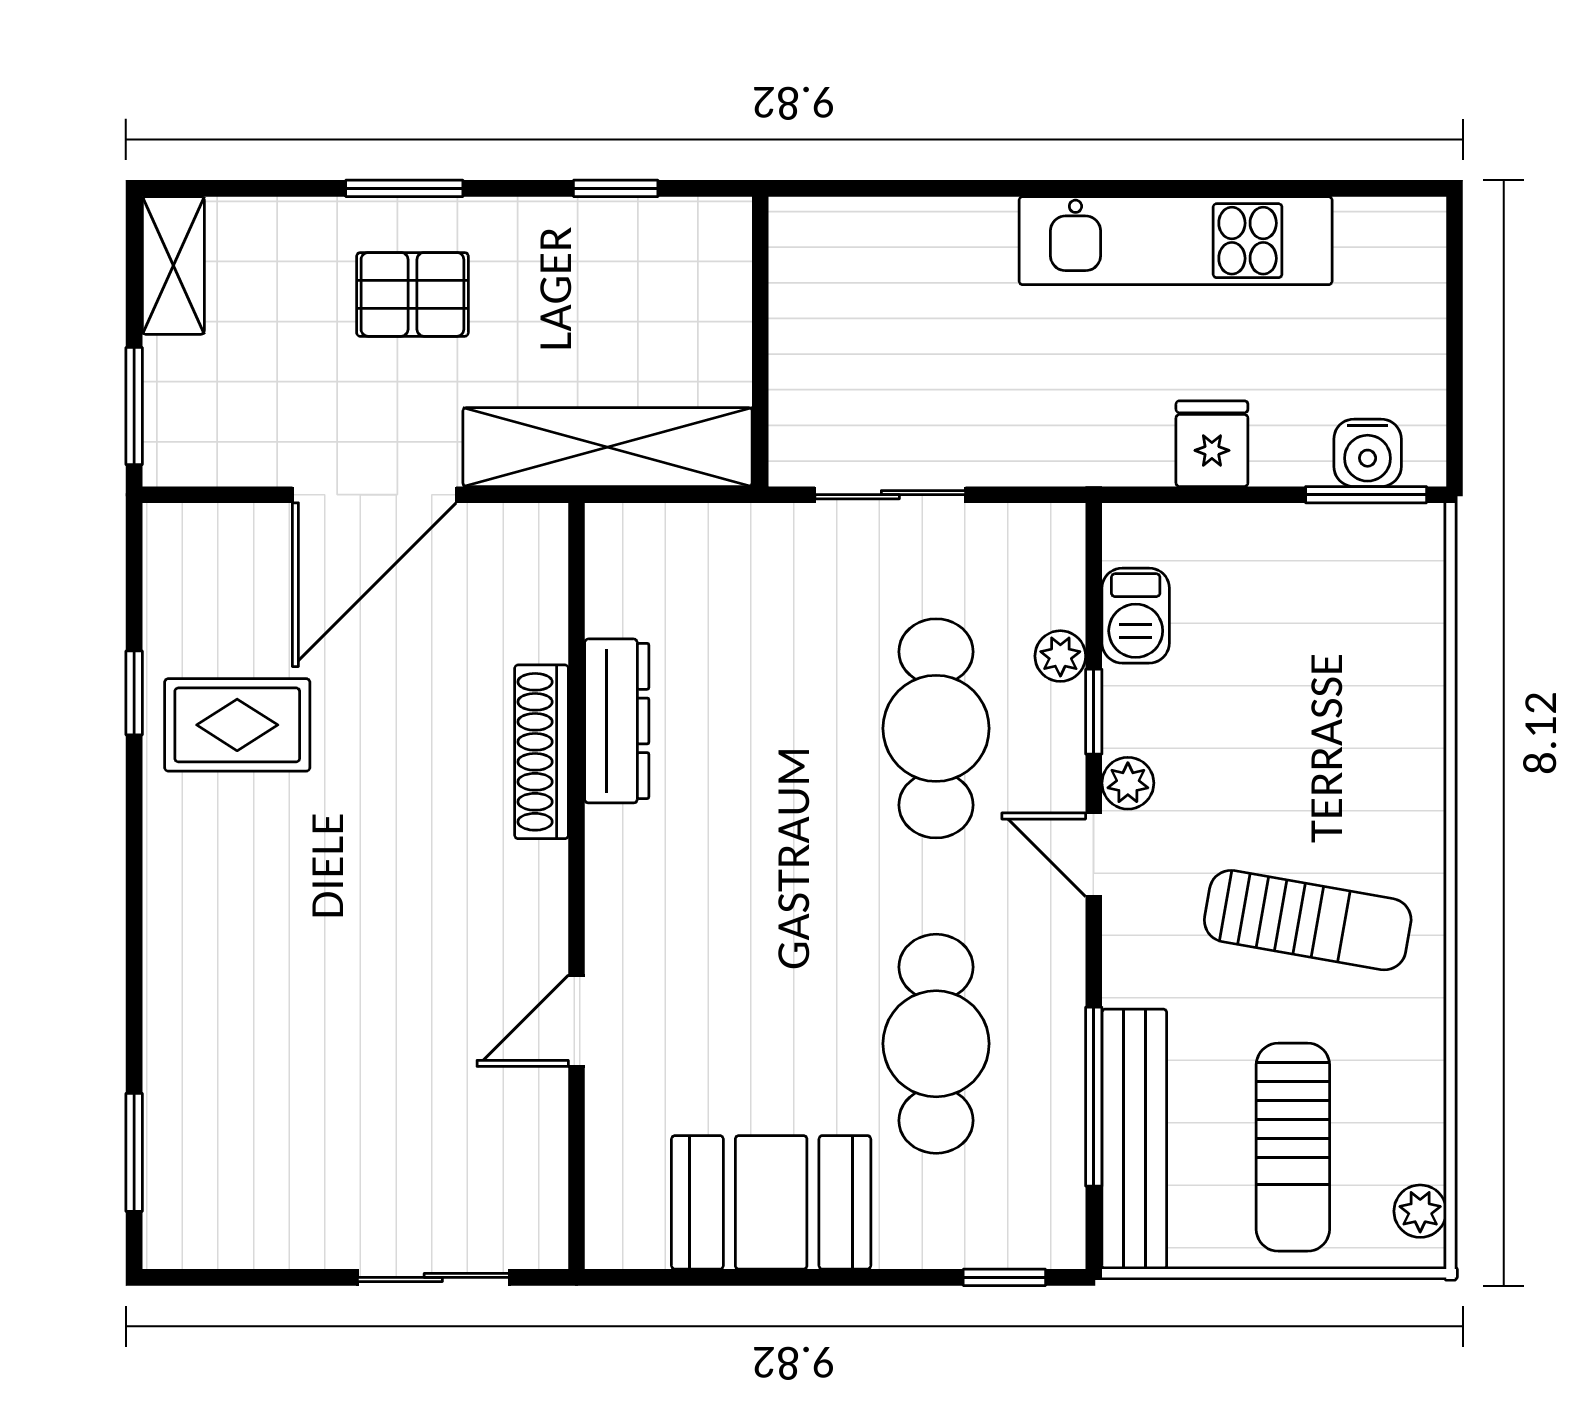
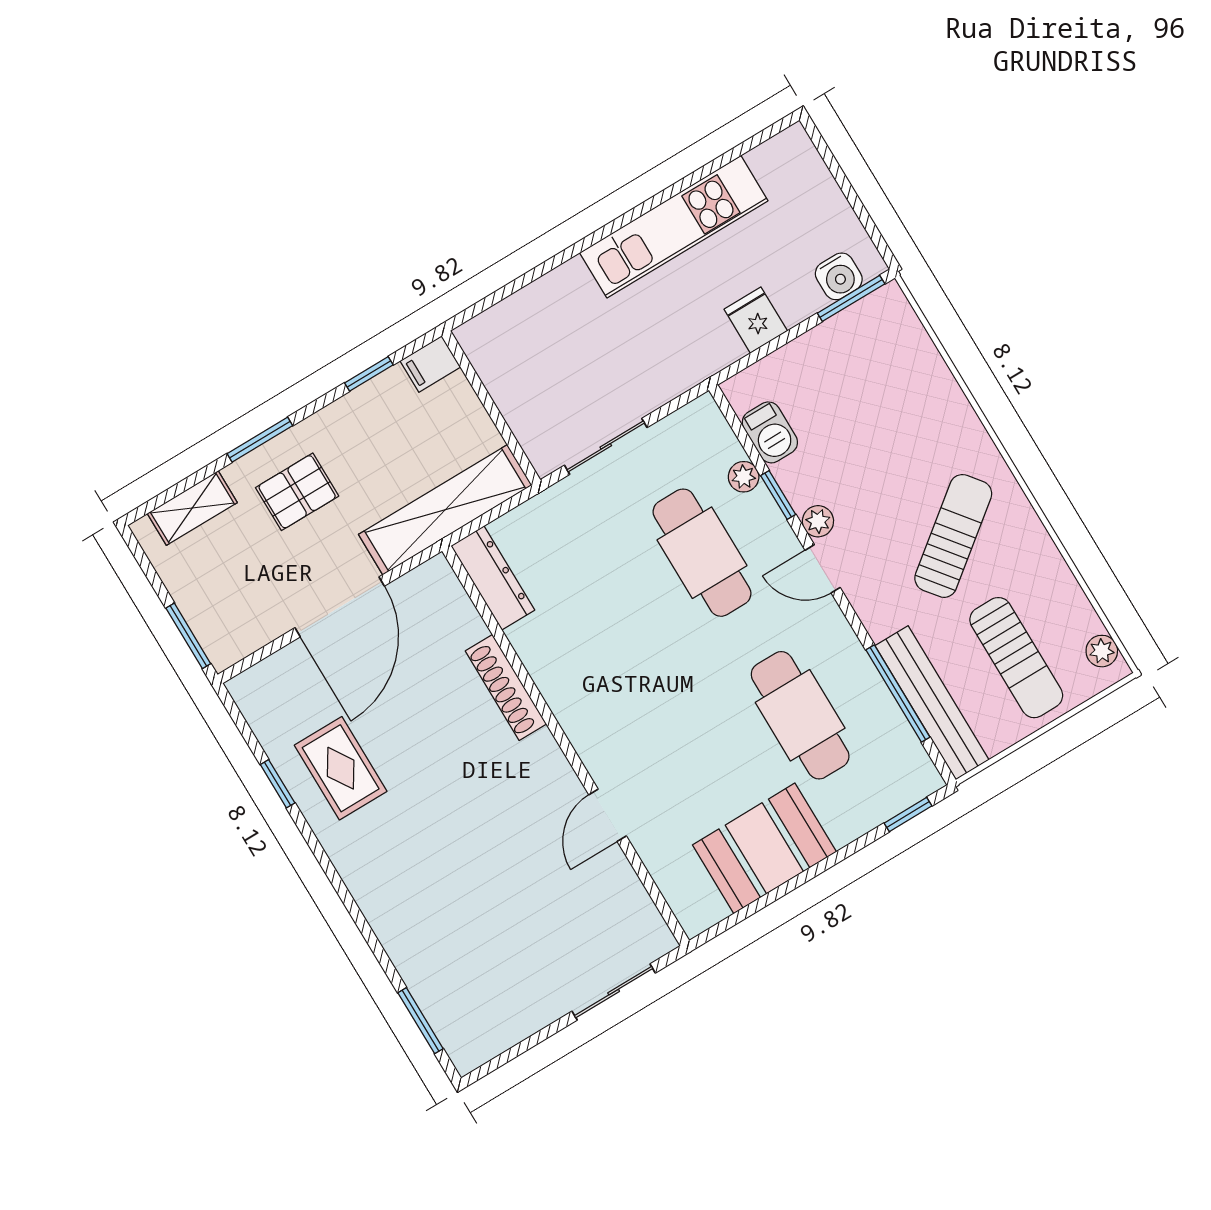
filing cabinet: (711, 227) -> (430, 364), added
shelving: (173, 265) -> (192, 508), moved, turned 90
dresser: (617, 721) -> (493, 578), moved
rug: (237, 725) -> (341, 768), turned 90
sun lounger: (1308, 920) -> (953, 536), turned -48

